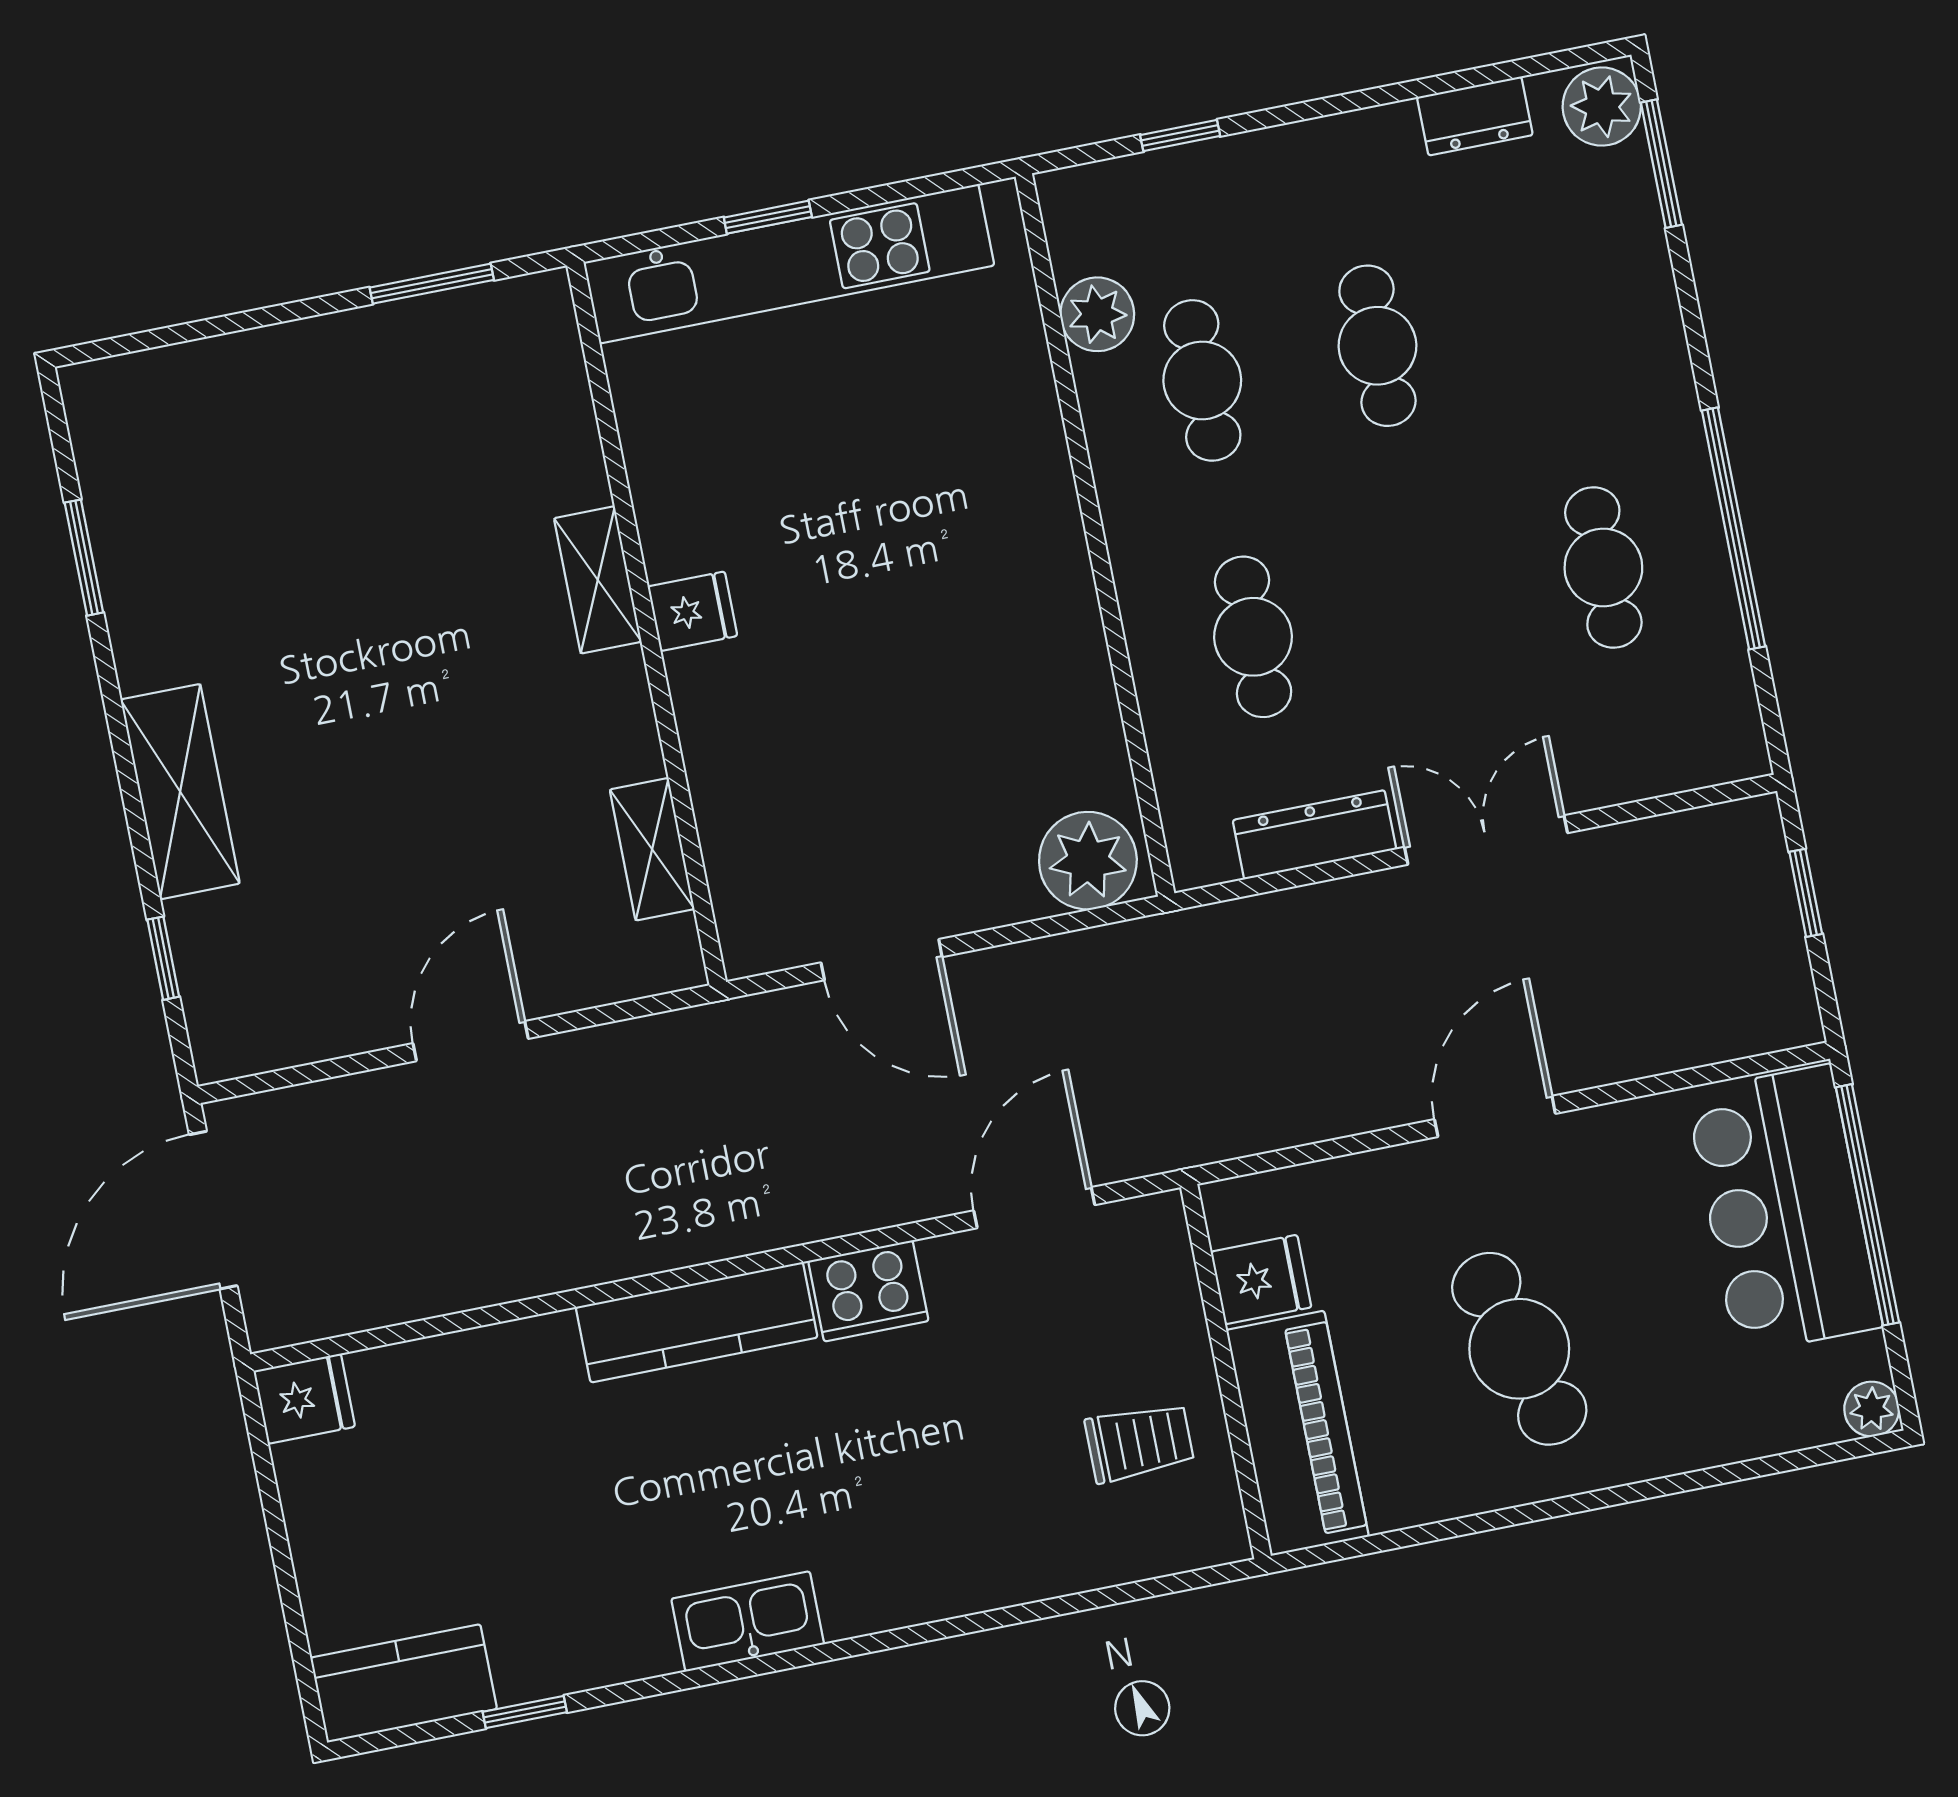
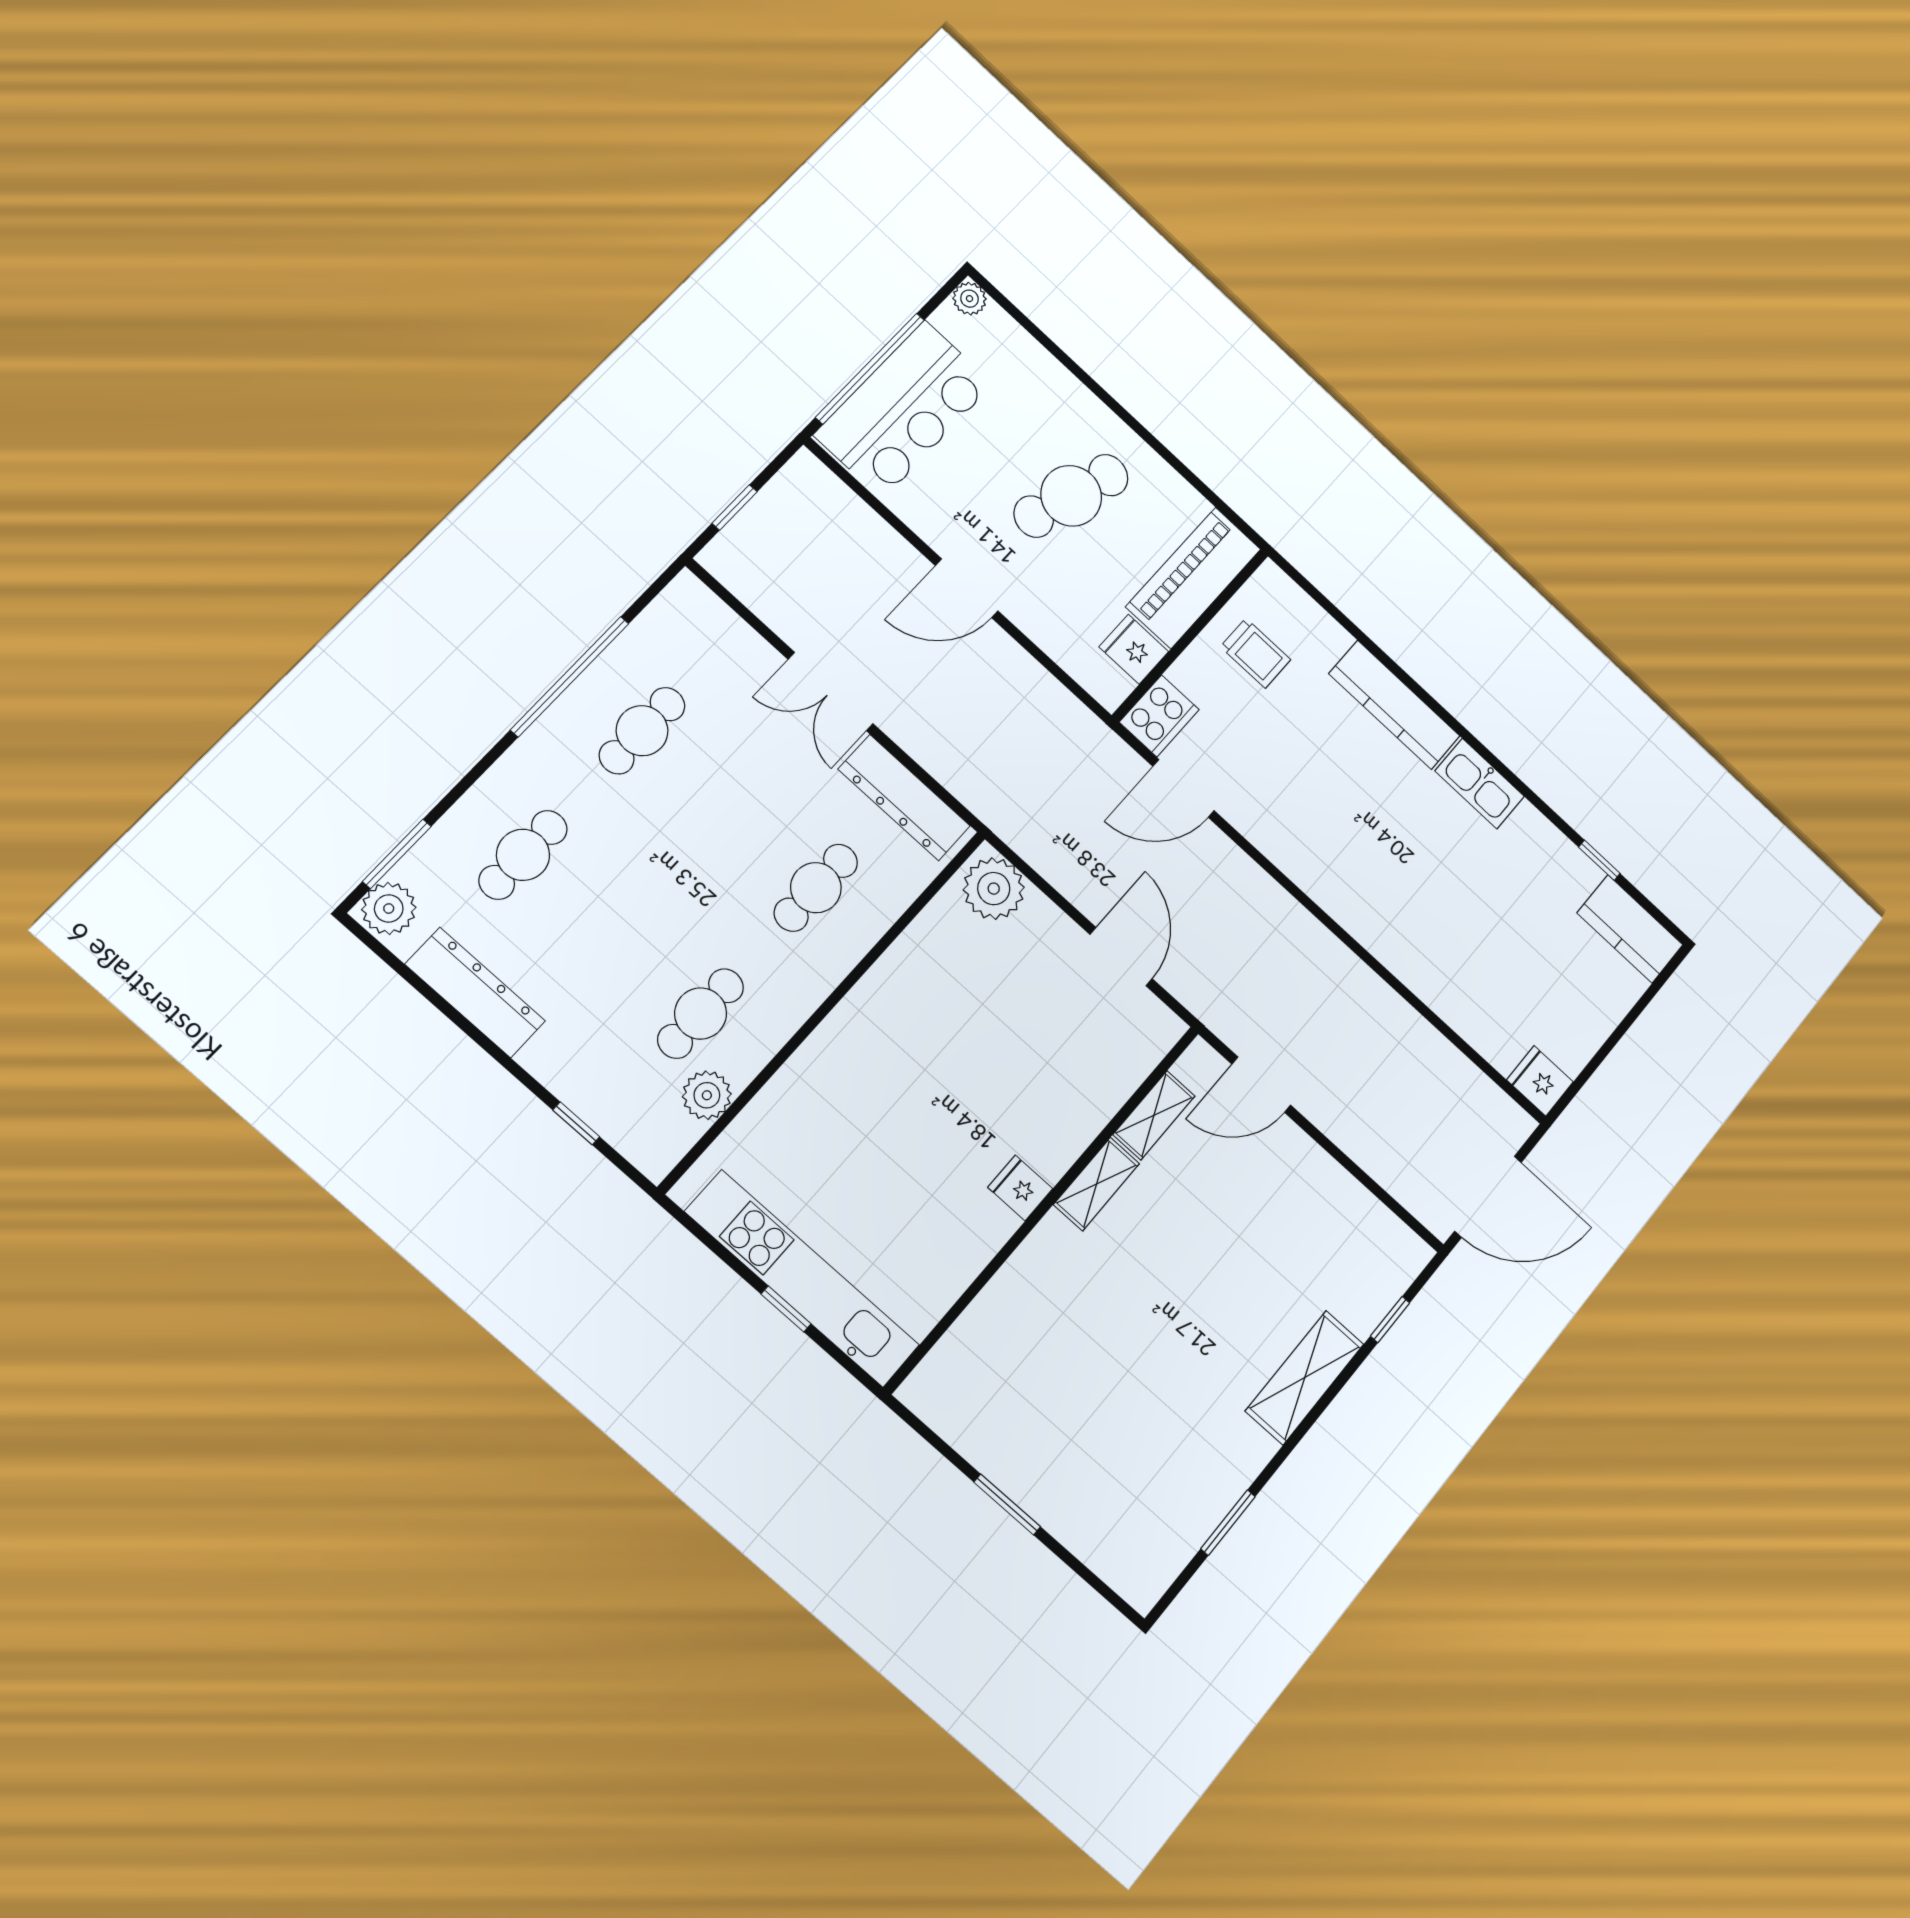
dresser: (1475, 116) -> (475, 993), width x1.96, depth x1.24
window: (432, 284) -> (1007, 1505), moved
cafe table: (1377, 346) -> (523, 855), moved
shelving: (598, 580) -> (1096, 1184), moved
dresser: (1314, 835) -> (904, 798), width x1.37, depth x1.24
door: (471, 1041) -> (1261, 1085), moved
cooker: (868, 1291) -> (1159, 716), moved, turned 90
kitchen counter: (697, 1322) -> (1394, 705), moved, turned 180
cafe table: (1519, 1349) -> (1071, 496), turned 33
trolley: (1139, 1442) -> (1256, 653), turned 180

